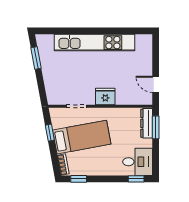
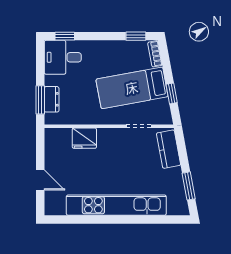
door: (156, 84) -> (40, 180), moved
kitchen counter: (52, 88) -> (169, 149), added
fridge: (105, 97) -> (84, 138), moved
dresser: (147, 123) -> (52, 99), width x0.70

